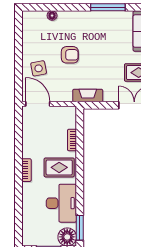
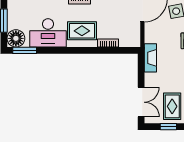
rug: (59, 167) -> (82, 31), turned 90

